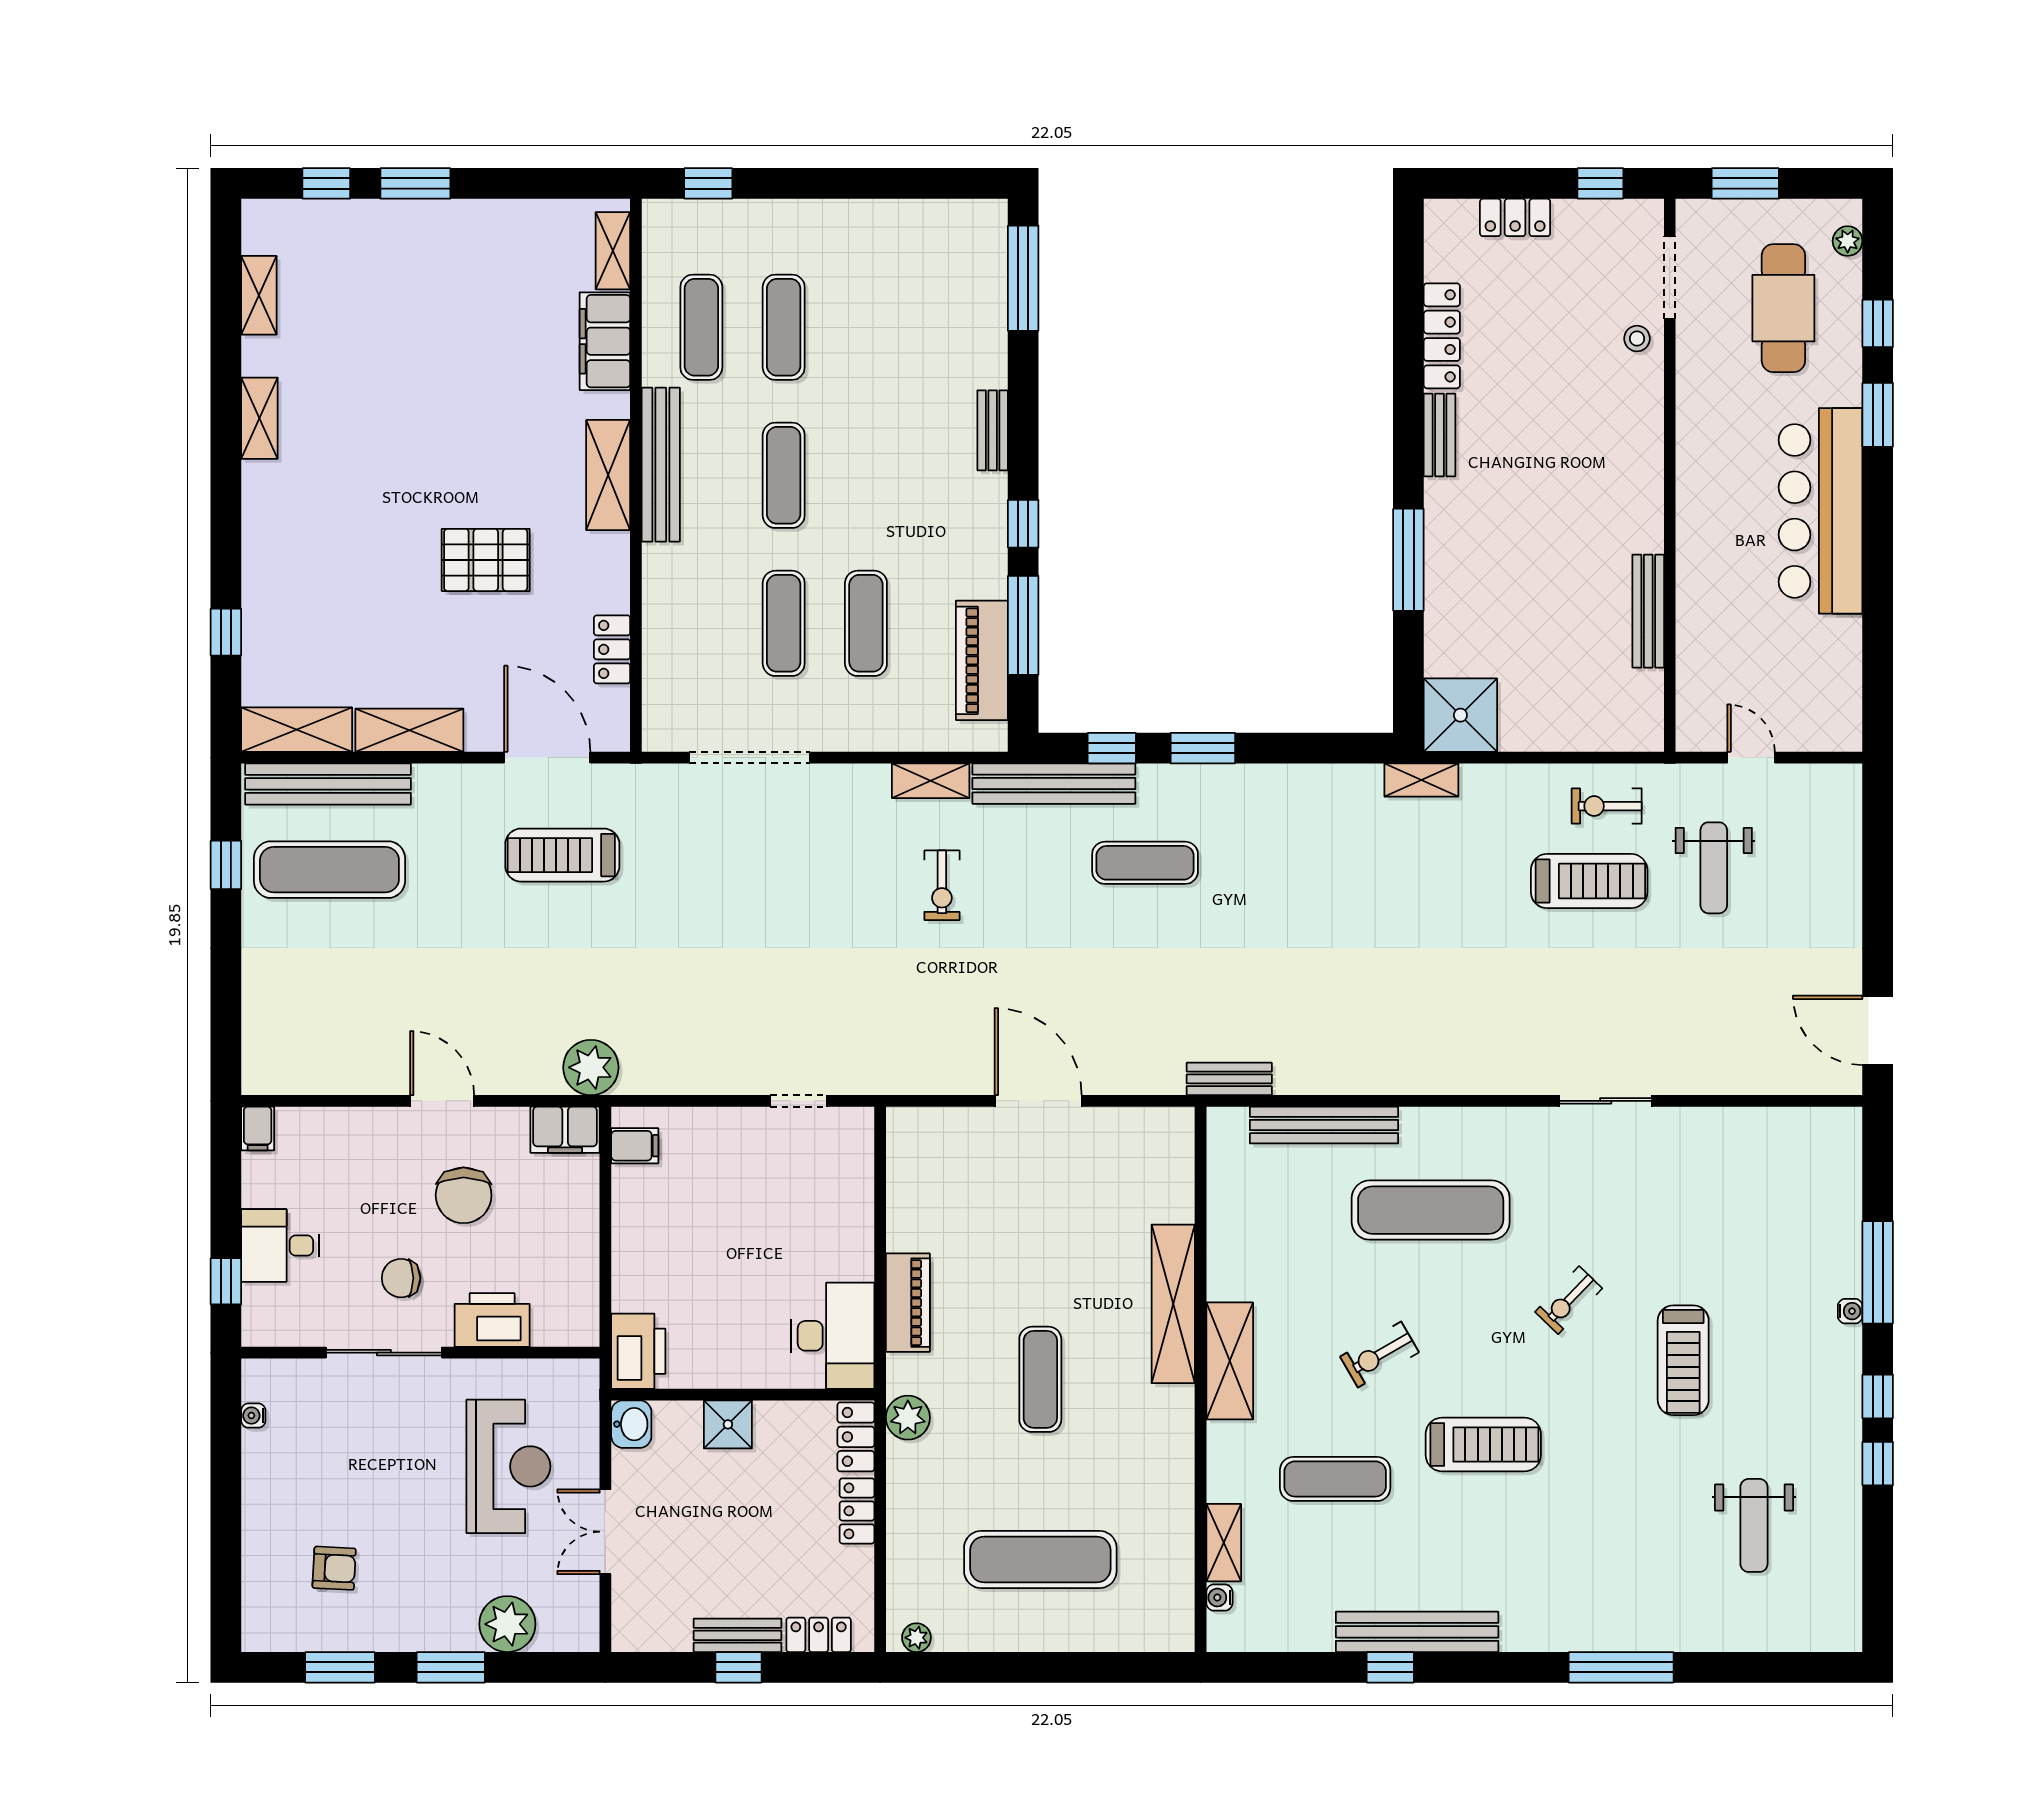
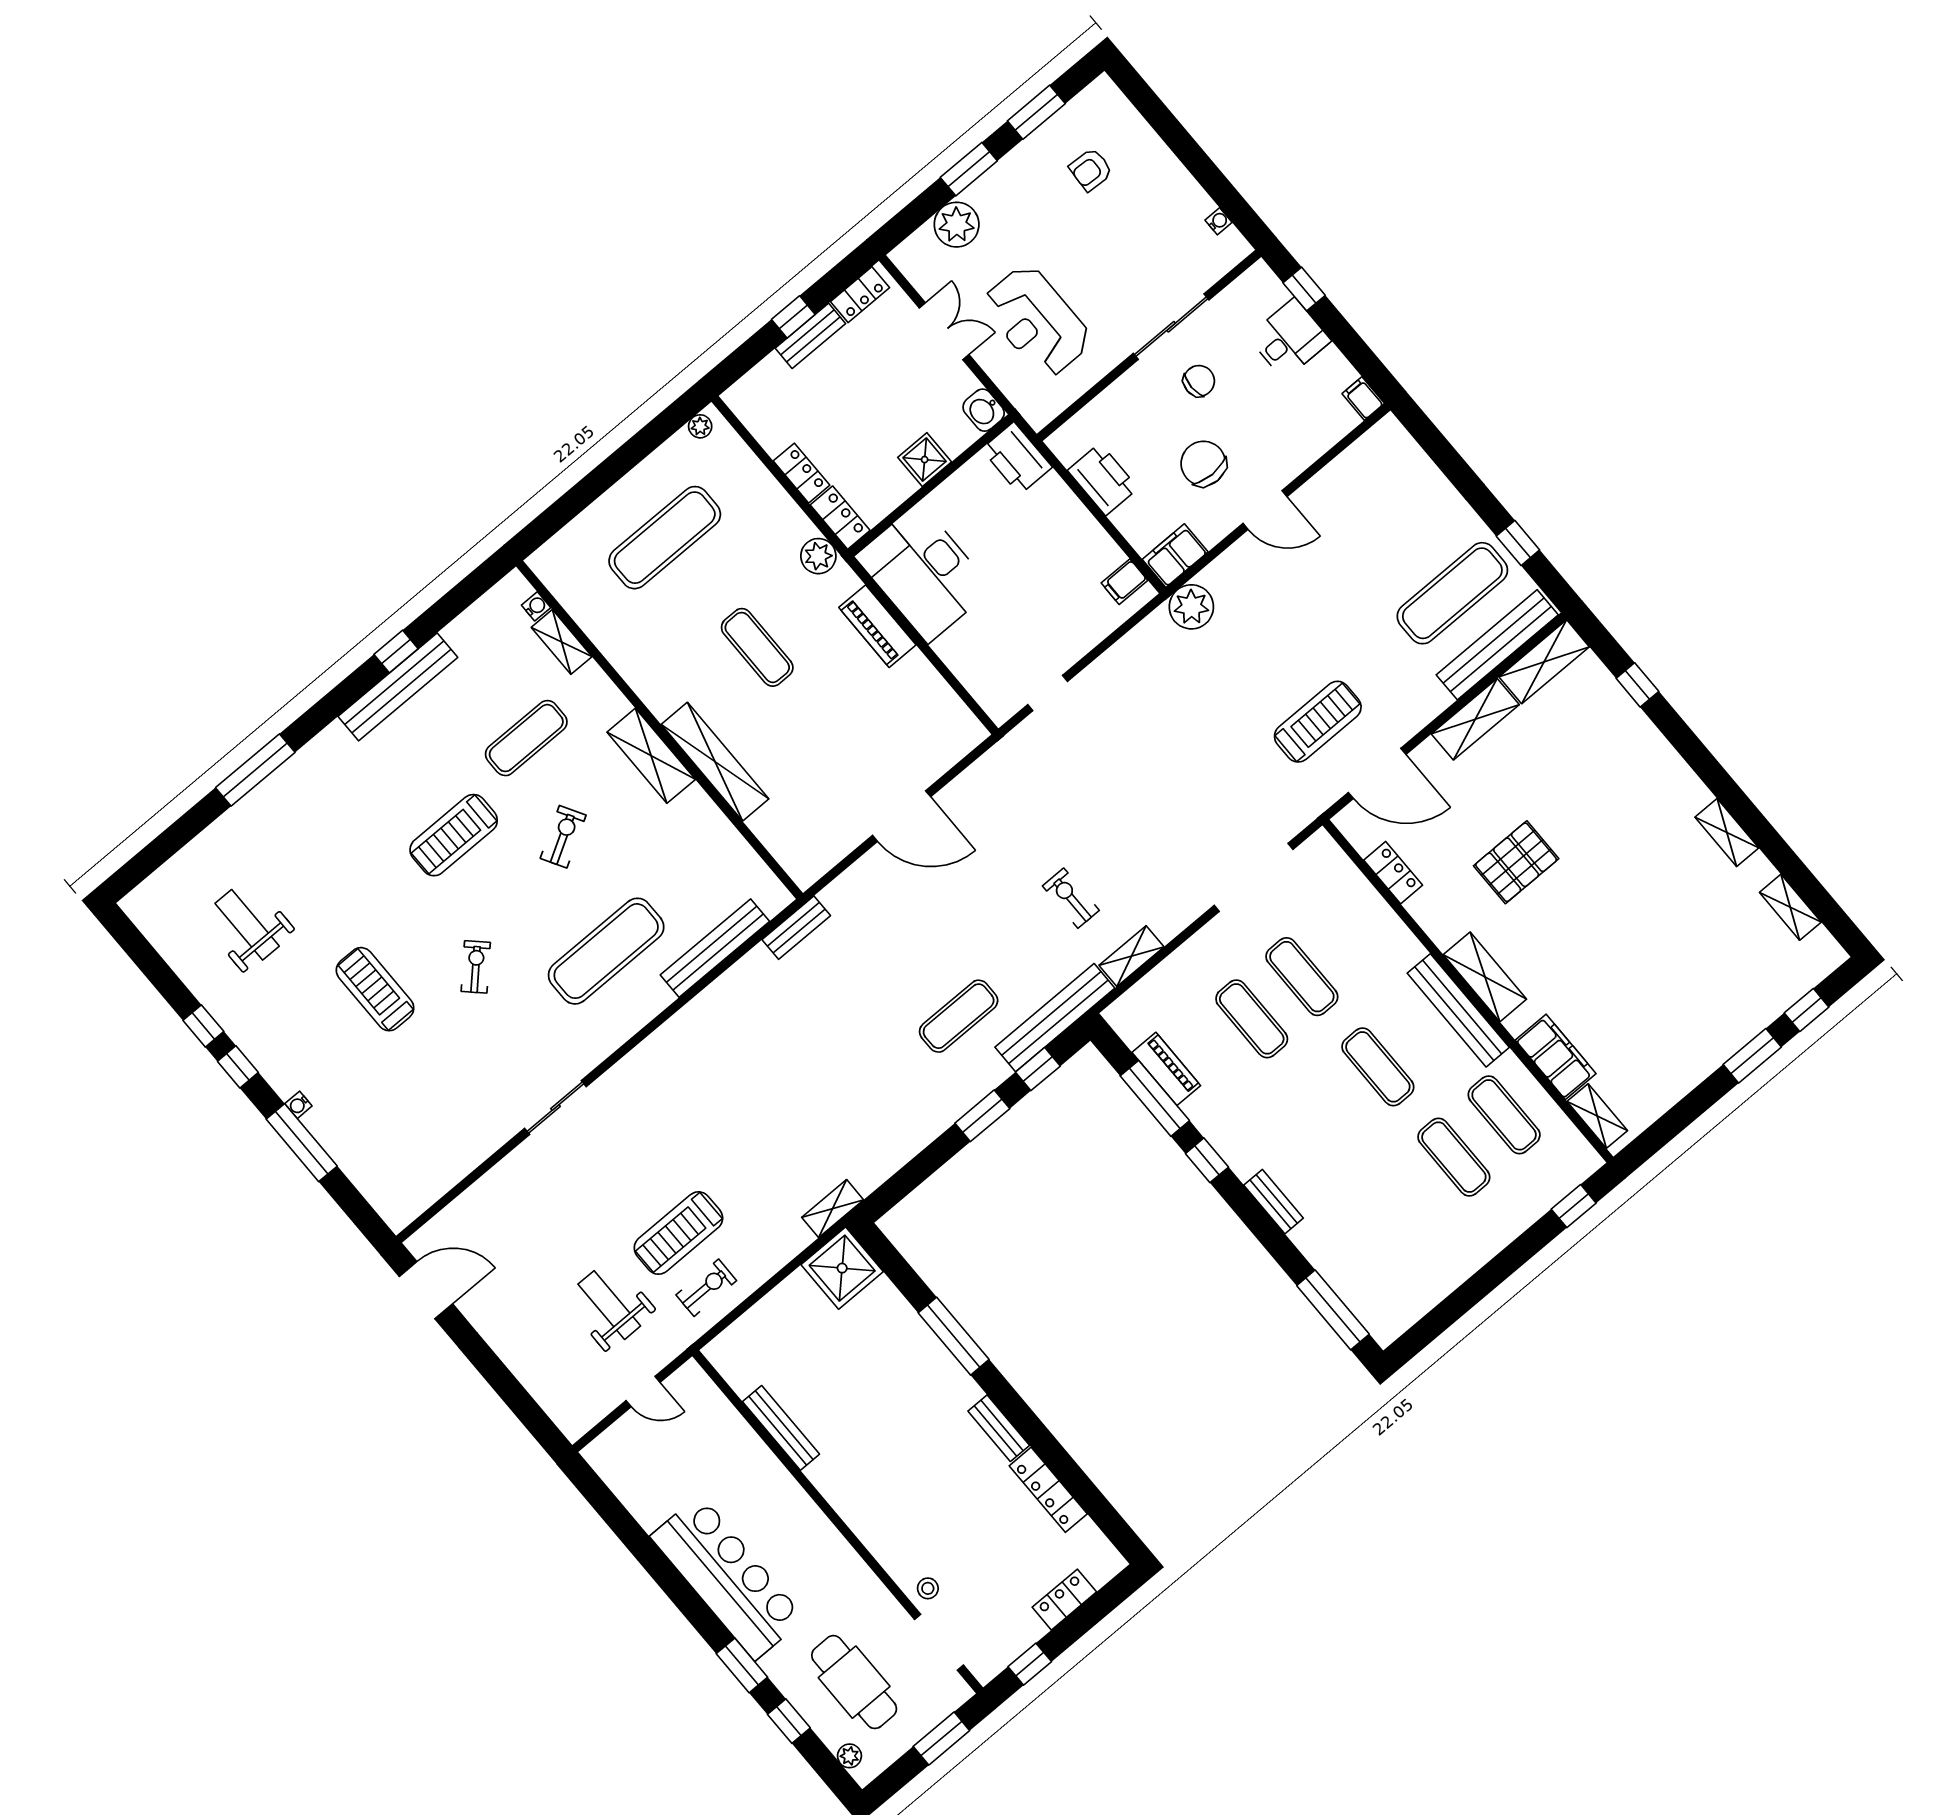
piano: (982, 660) -> (1166, 1069), width x0.73, depth x0.75
printer: (492, 1320) -> (1103, 479), moved, turned -90
desk: (833, 1336) -> (924, 573), width x1.36, depth x1.30
locker: (819, 1635) -> (860, 295), moved

